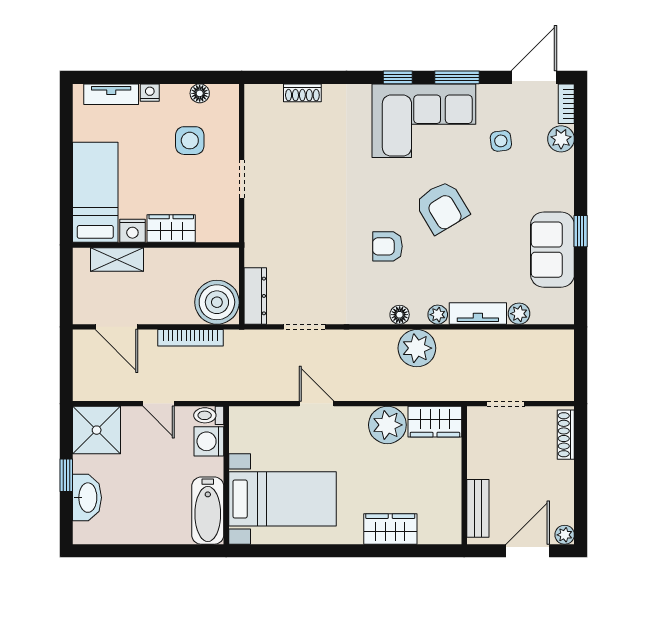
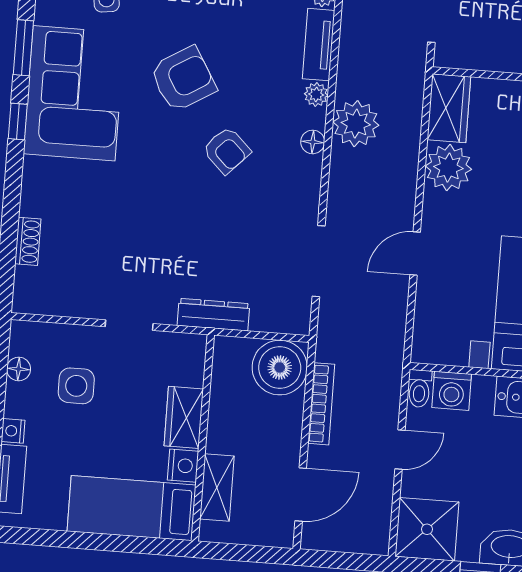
armchair: (388, 246) -> (227, 150), turned -46
dresser: (255, 296) -> (213, 315), moved
doorway: (305, 327) -> (319, 261), width x1.38

